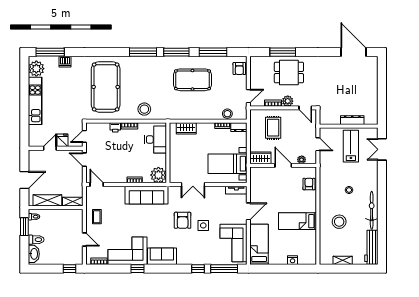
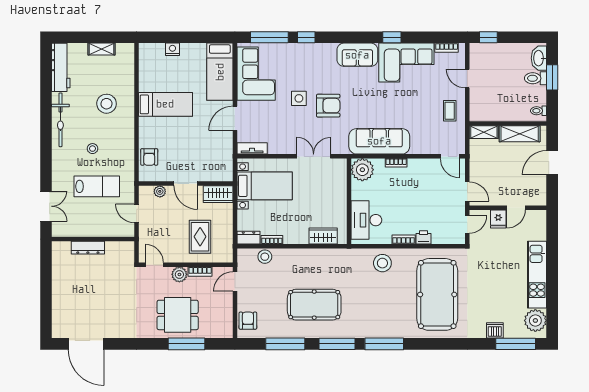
lab bench: (351, 146) -> (97, 186), moved, turned -90
armchair: (183, 220) -> (328, 106), turned 90
window: (24, 227) -> (552, 77), moved

